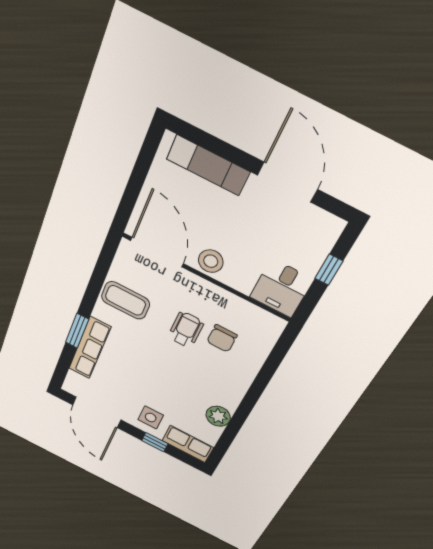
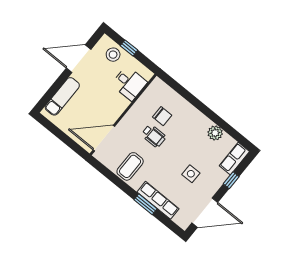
stool: (211, 261) -> (113, 55), moved
desk: (281, 288) -> (129, 83), moved
wheelchair: (186, 330) -> (154, 136), turned 180
side table: (151, 417) -> (191, 174), moved

